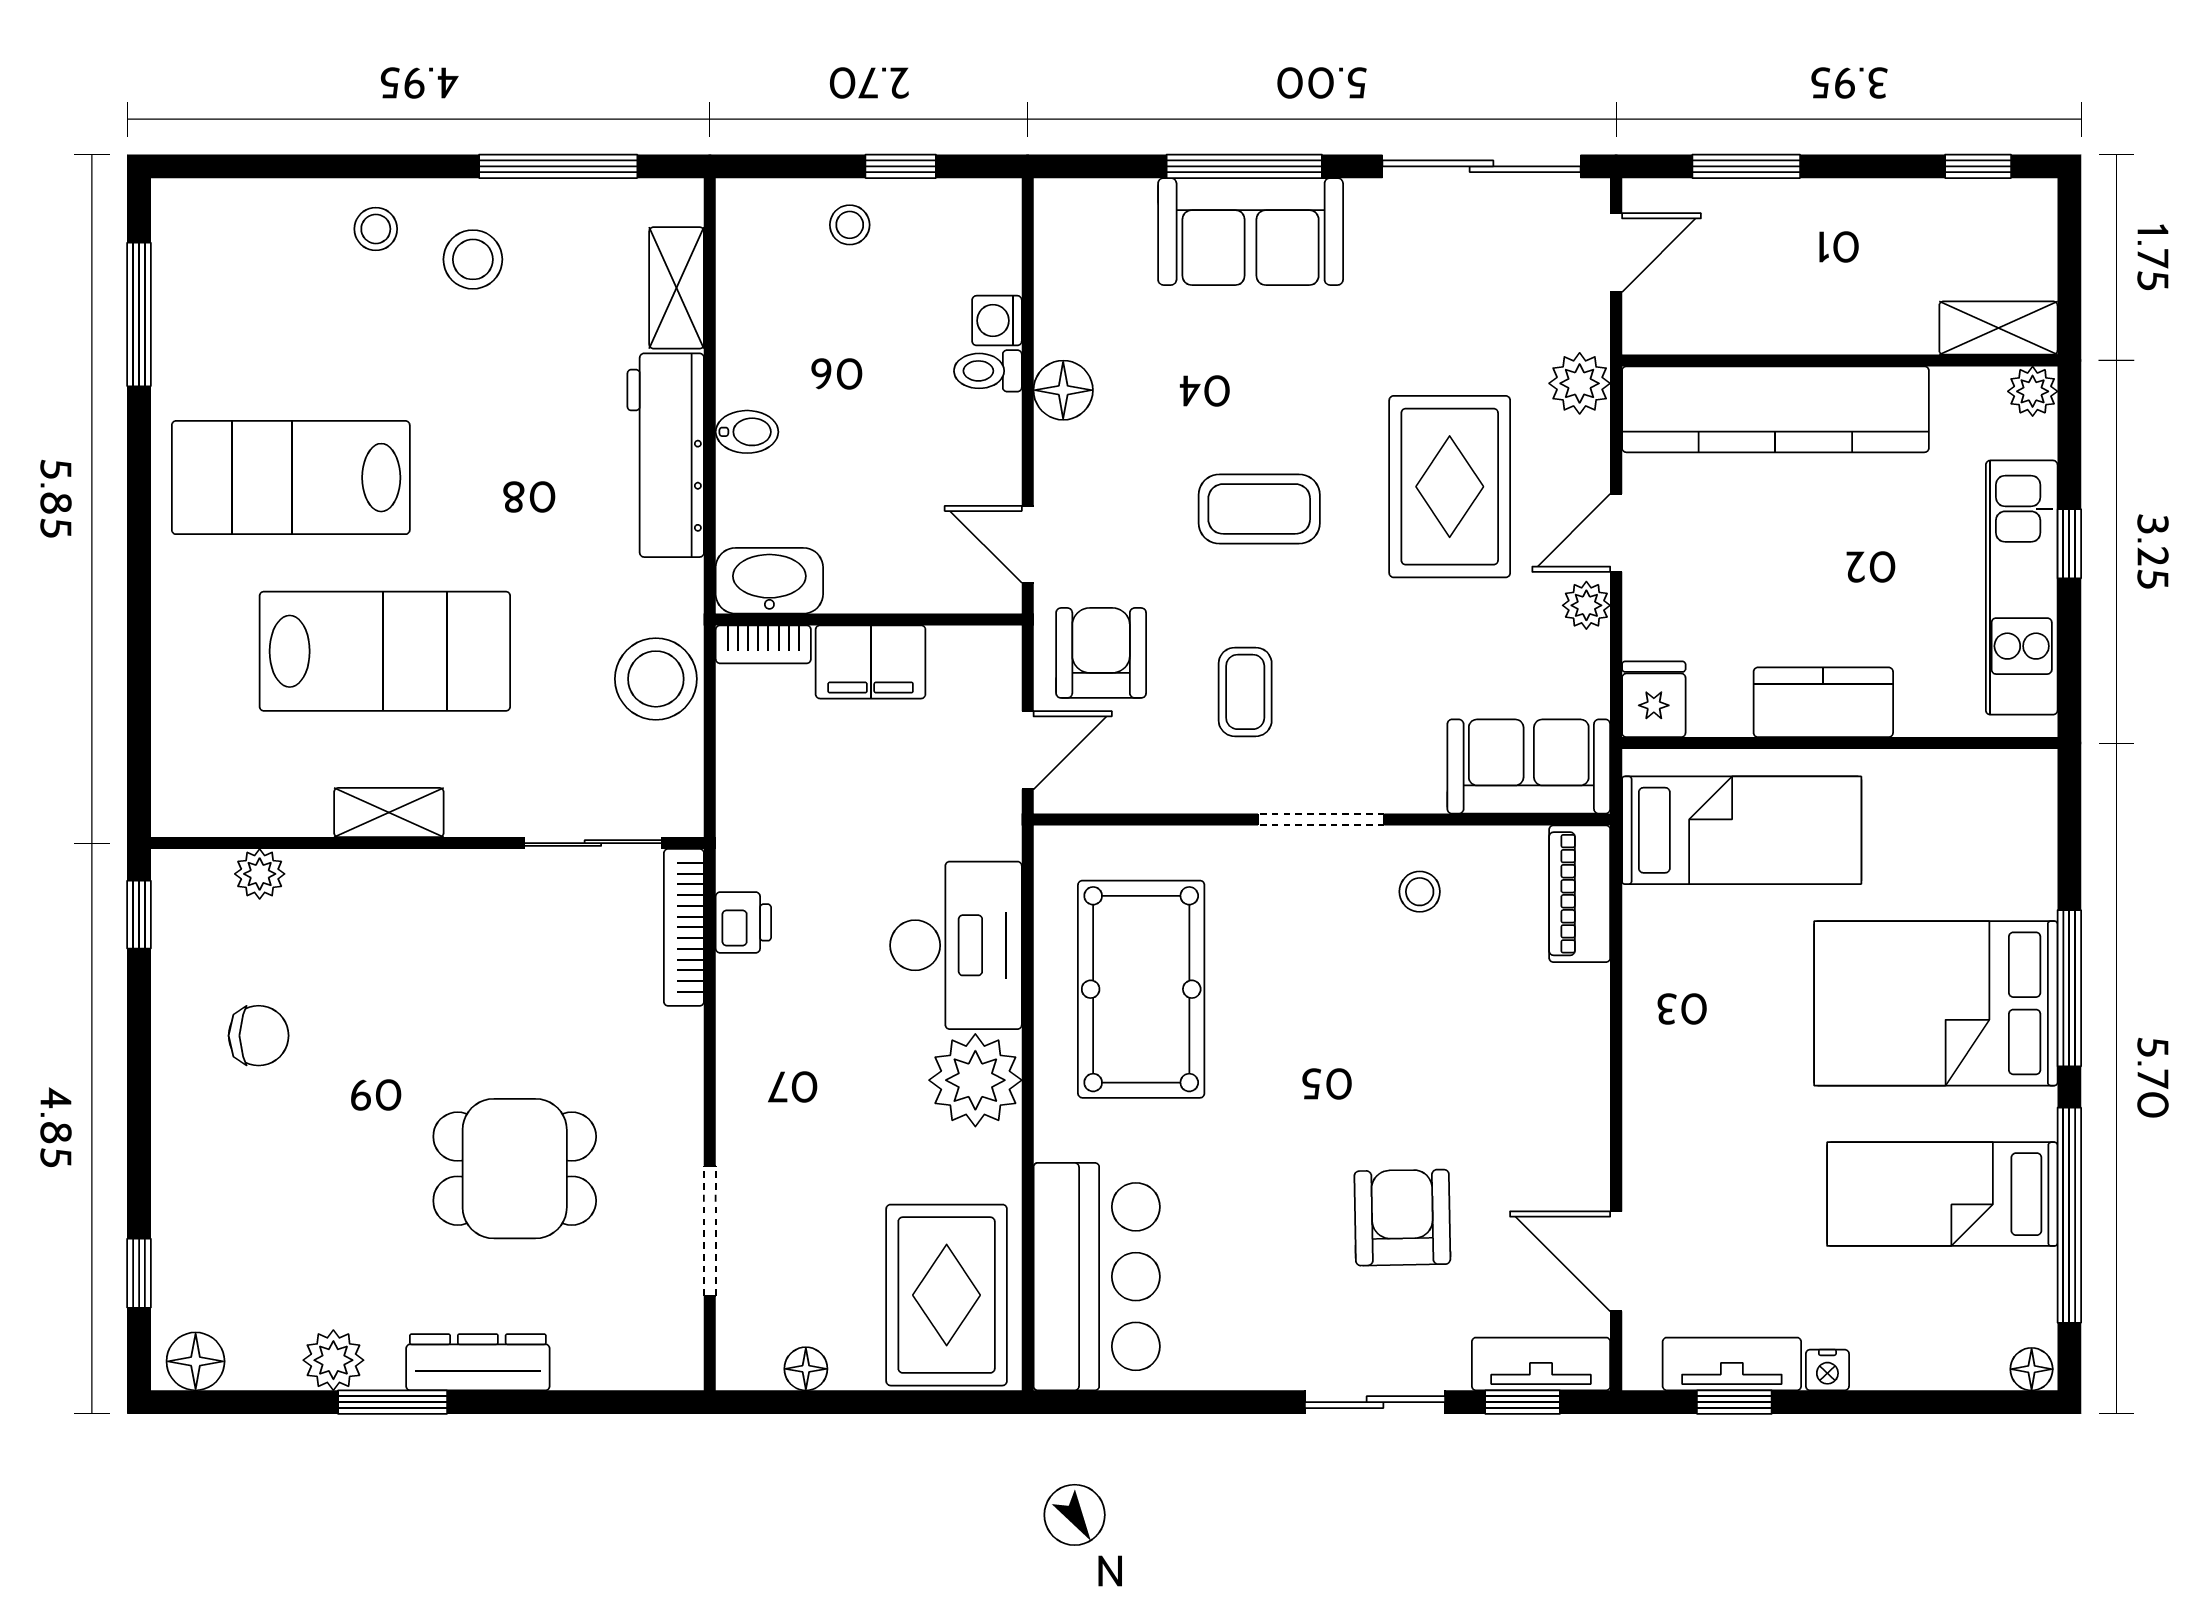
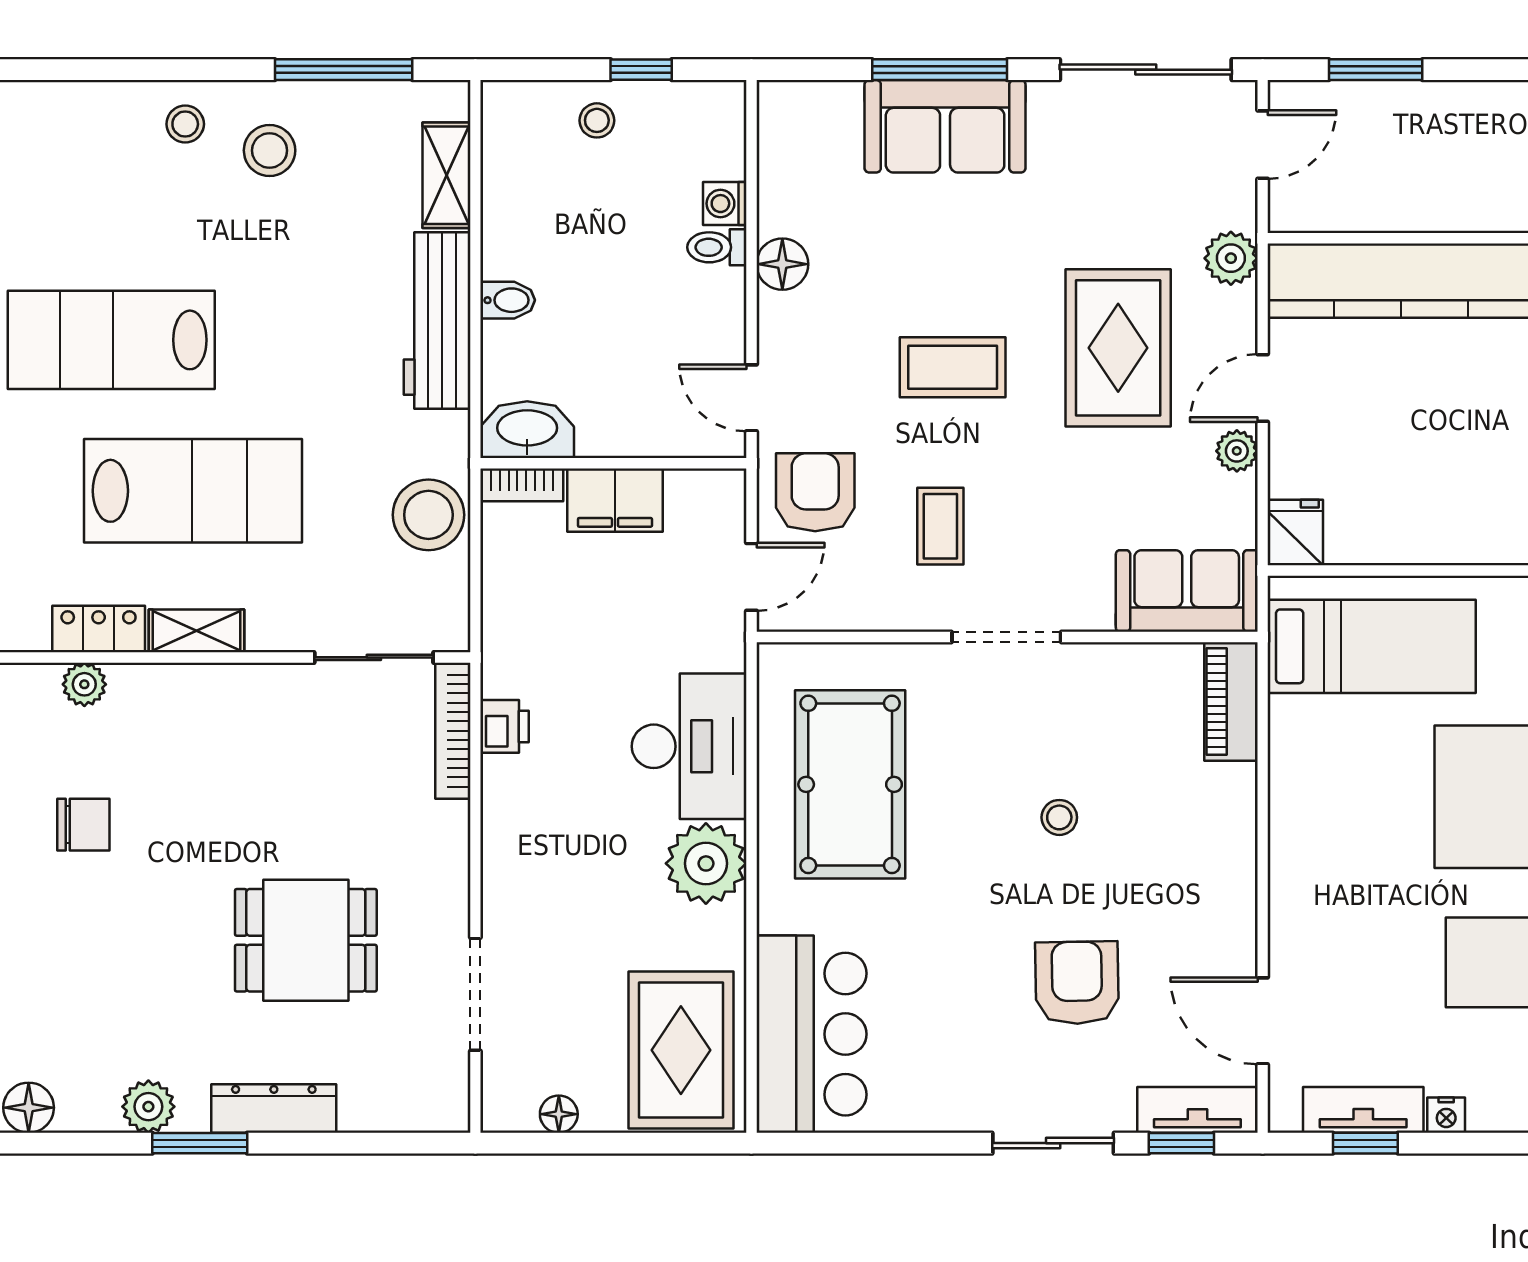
kitchen counter: (1823, 702) -> (1443, 535), removed
locker: (276, 810) -> (99, 629), added
stool: (1420, 892) -> (1059, 817), moved

